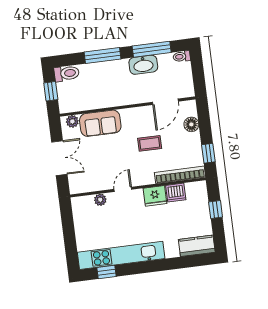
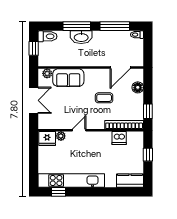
washbasin: (143, 65) -> (81, 37), moved
fridge: (155, 196) -> (47, 138), moved

